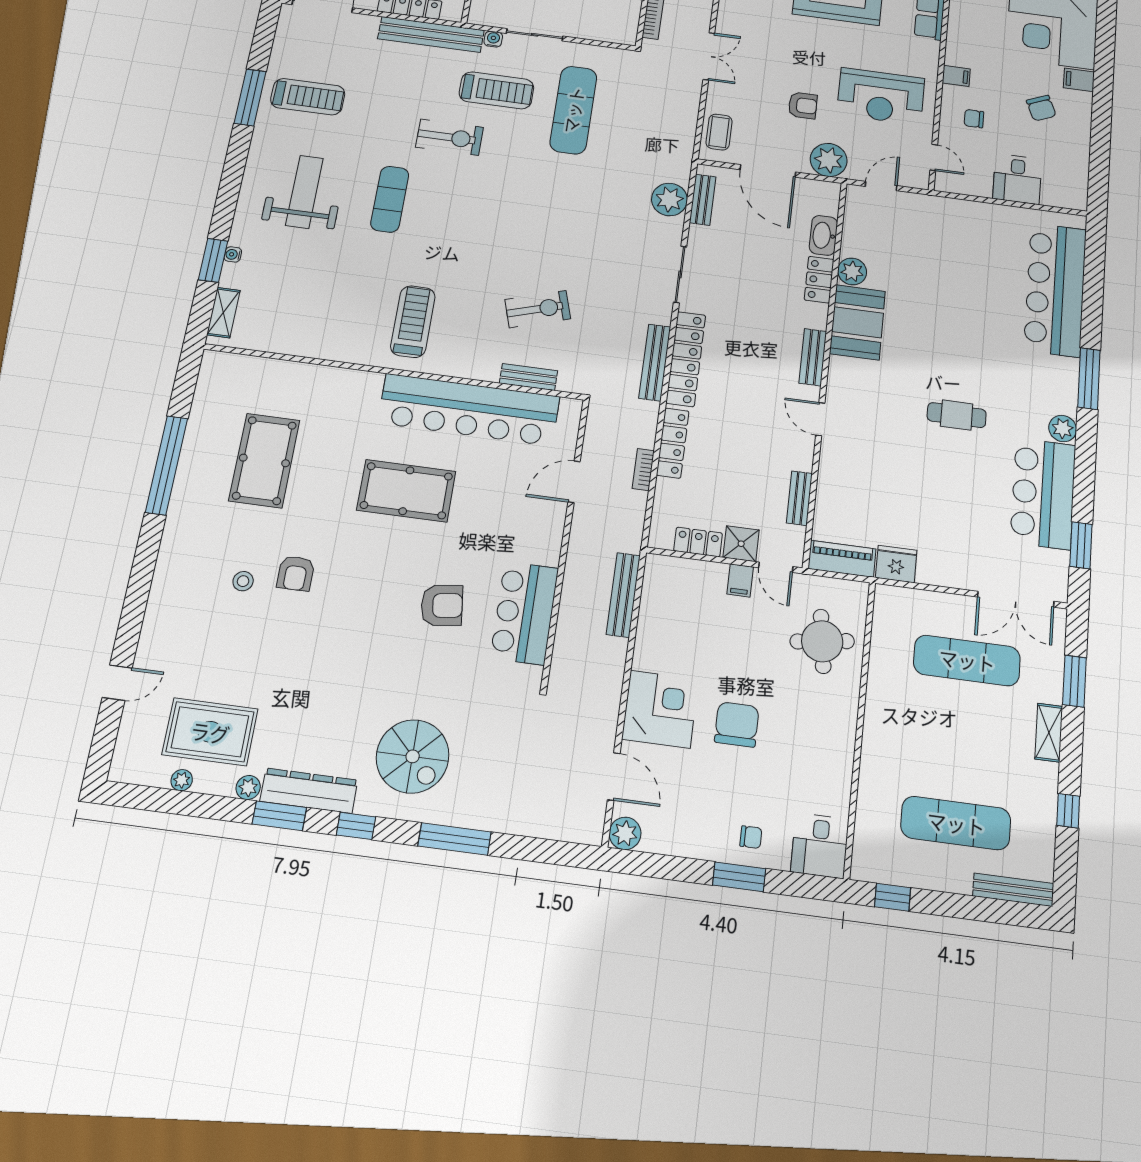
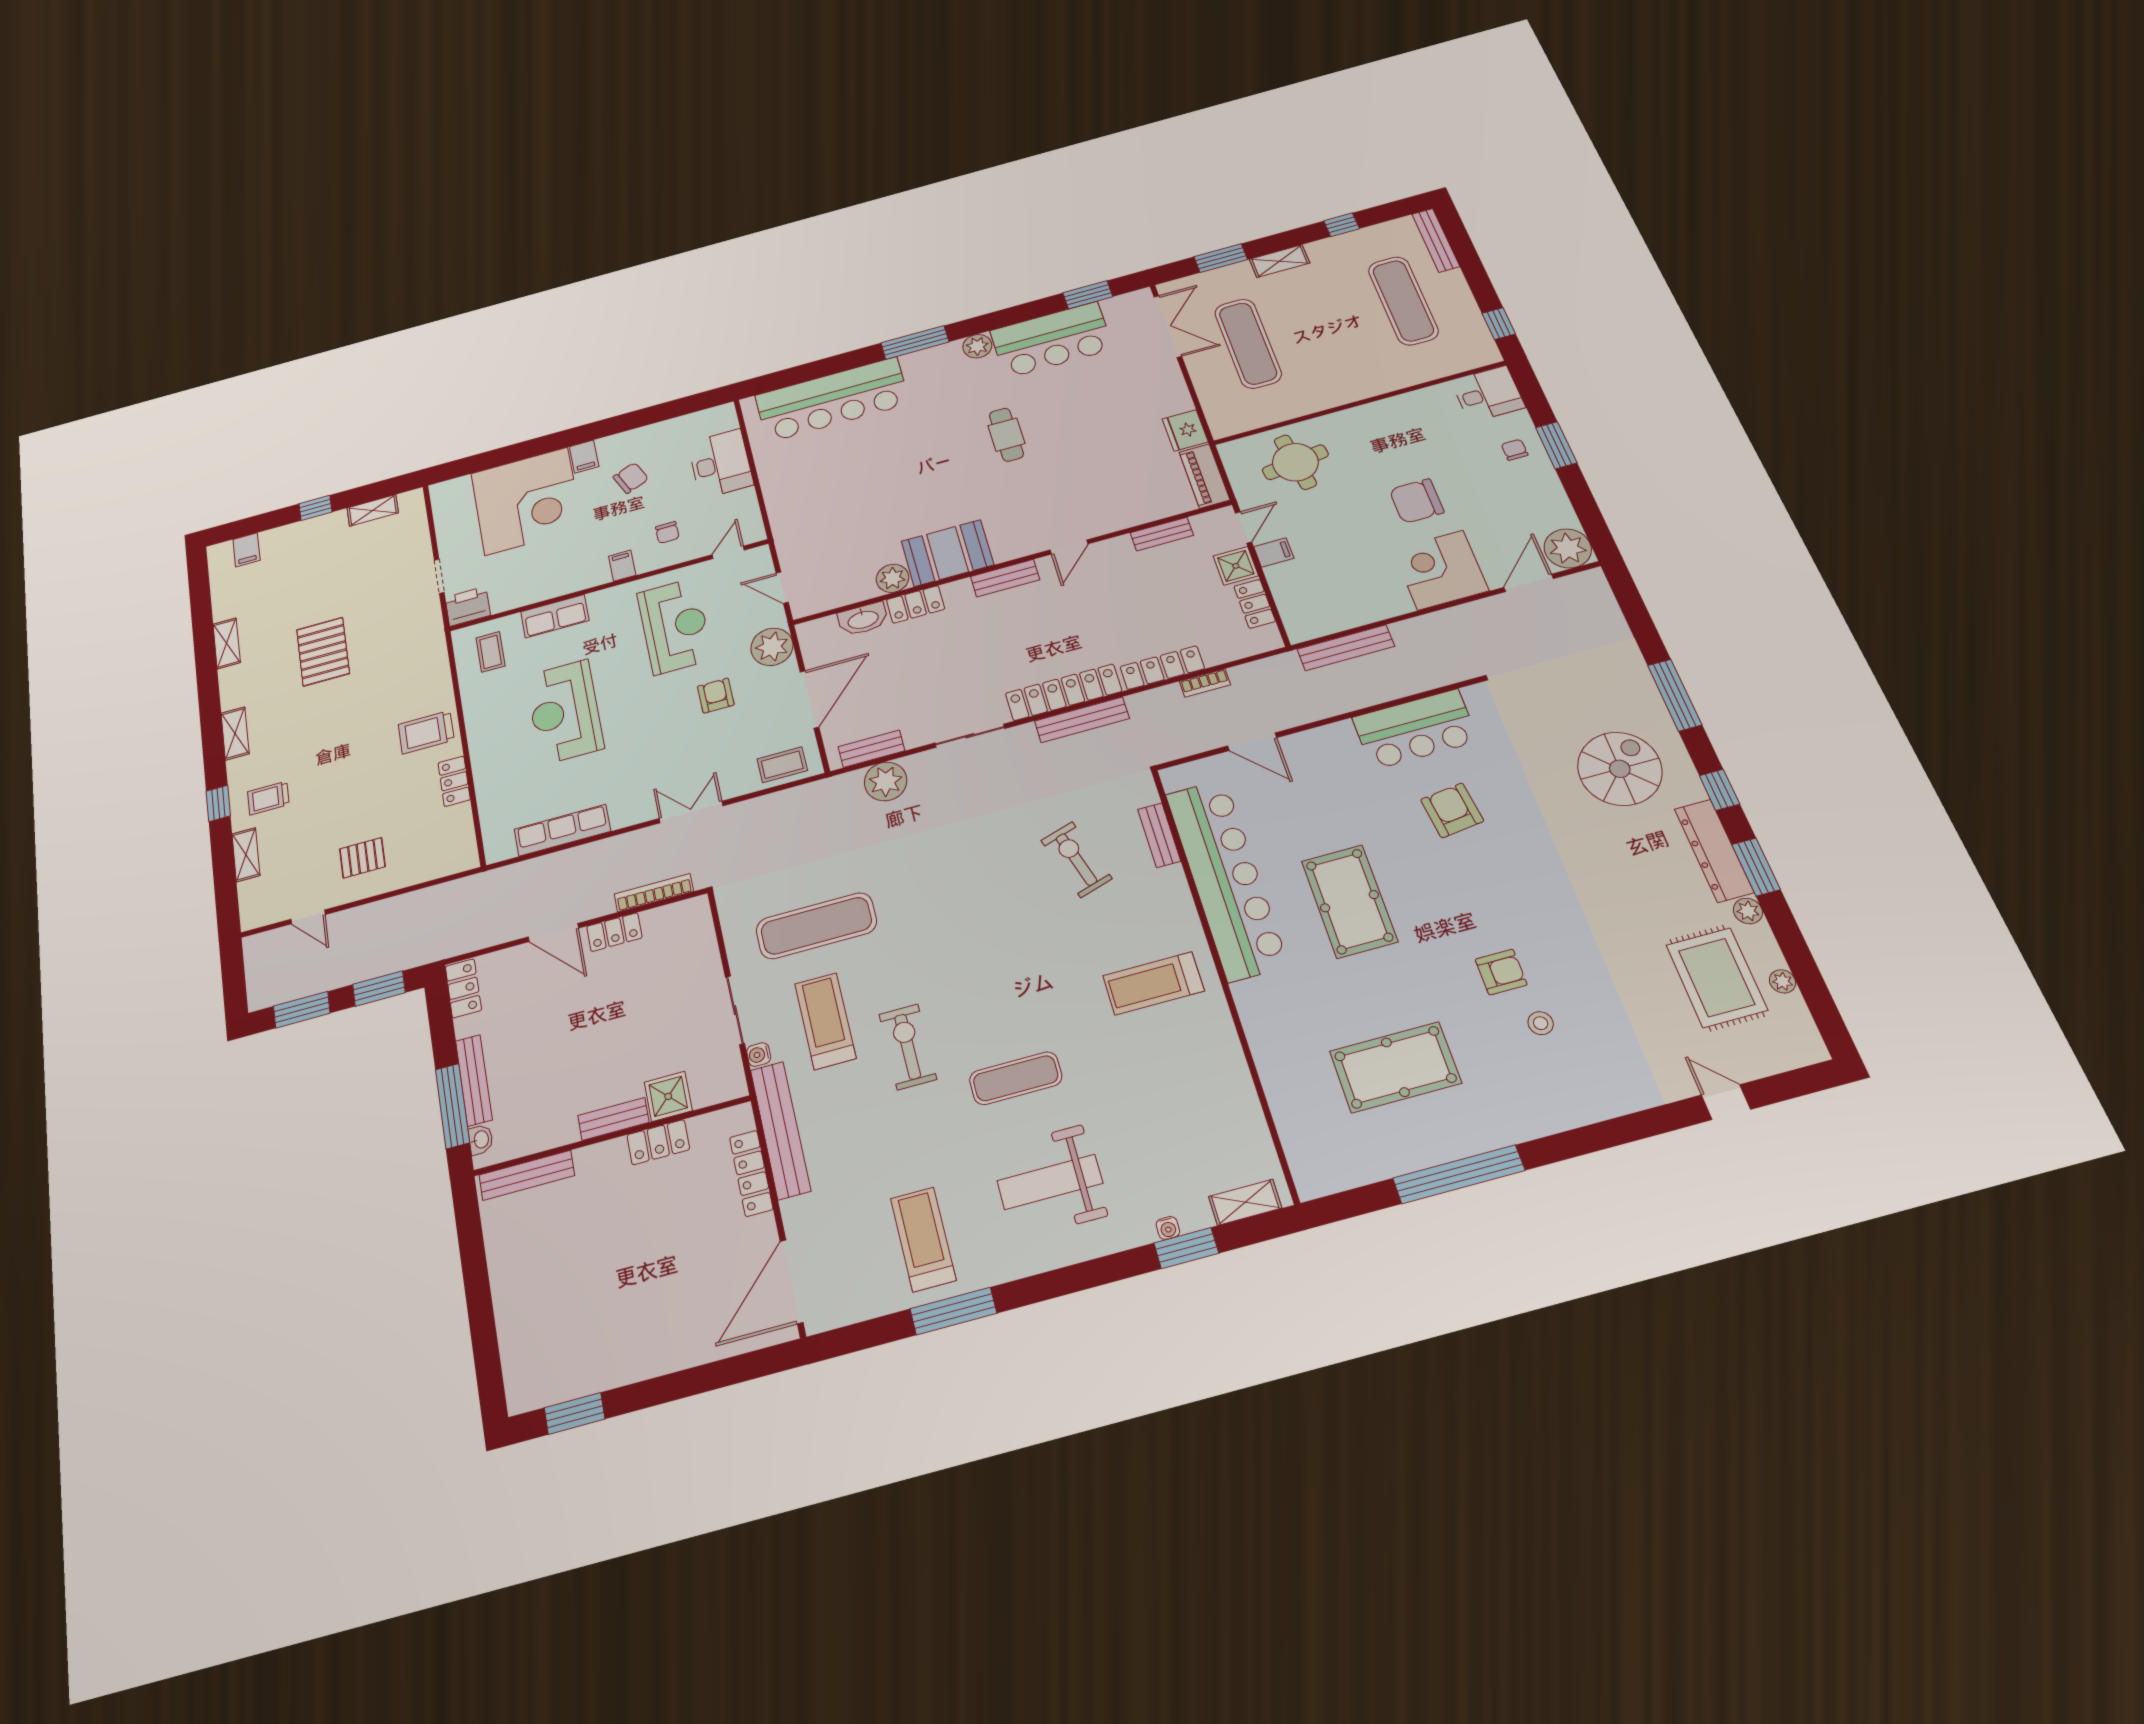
desk: (1017, 179) -> (720, 464), width x1.37
plant: (625, 833) -> (1568, 548), width x1.36, depth x1.36

